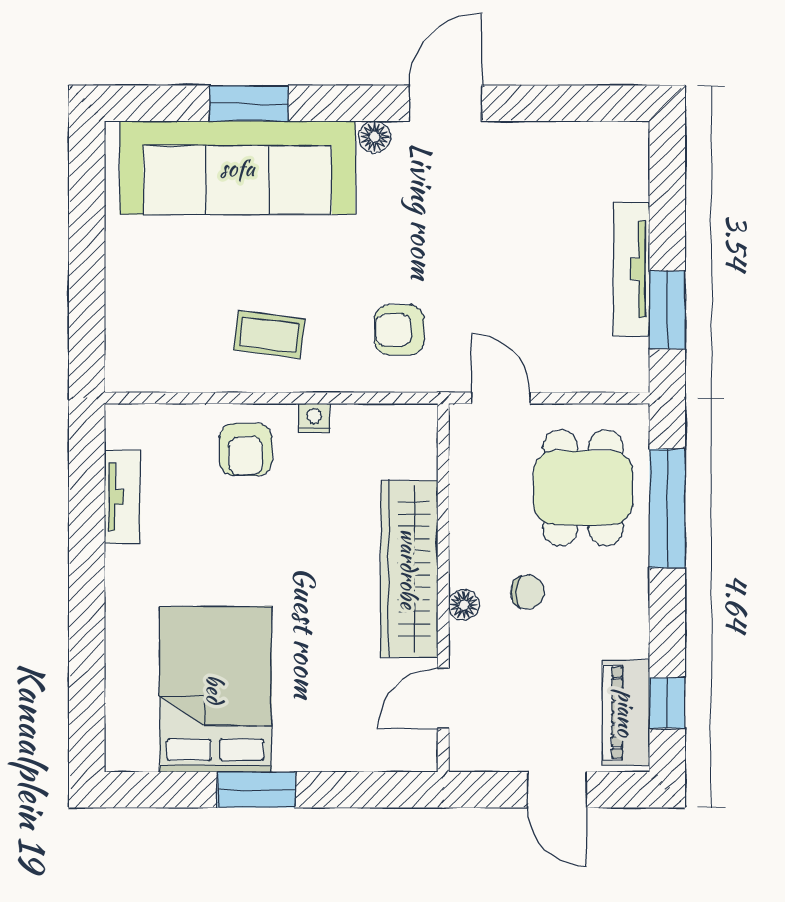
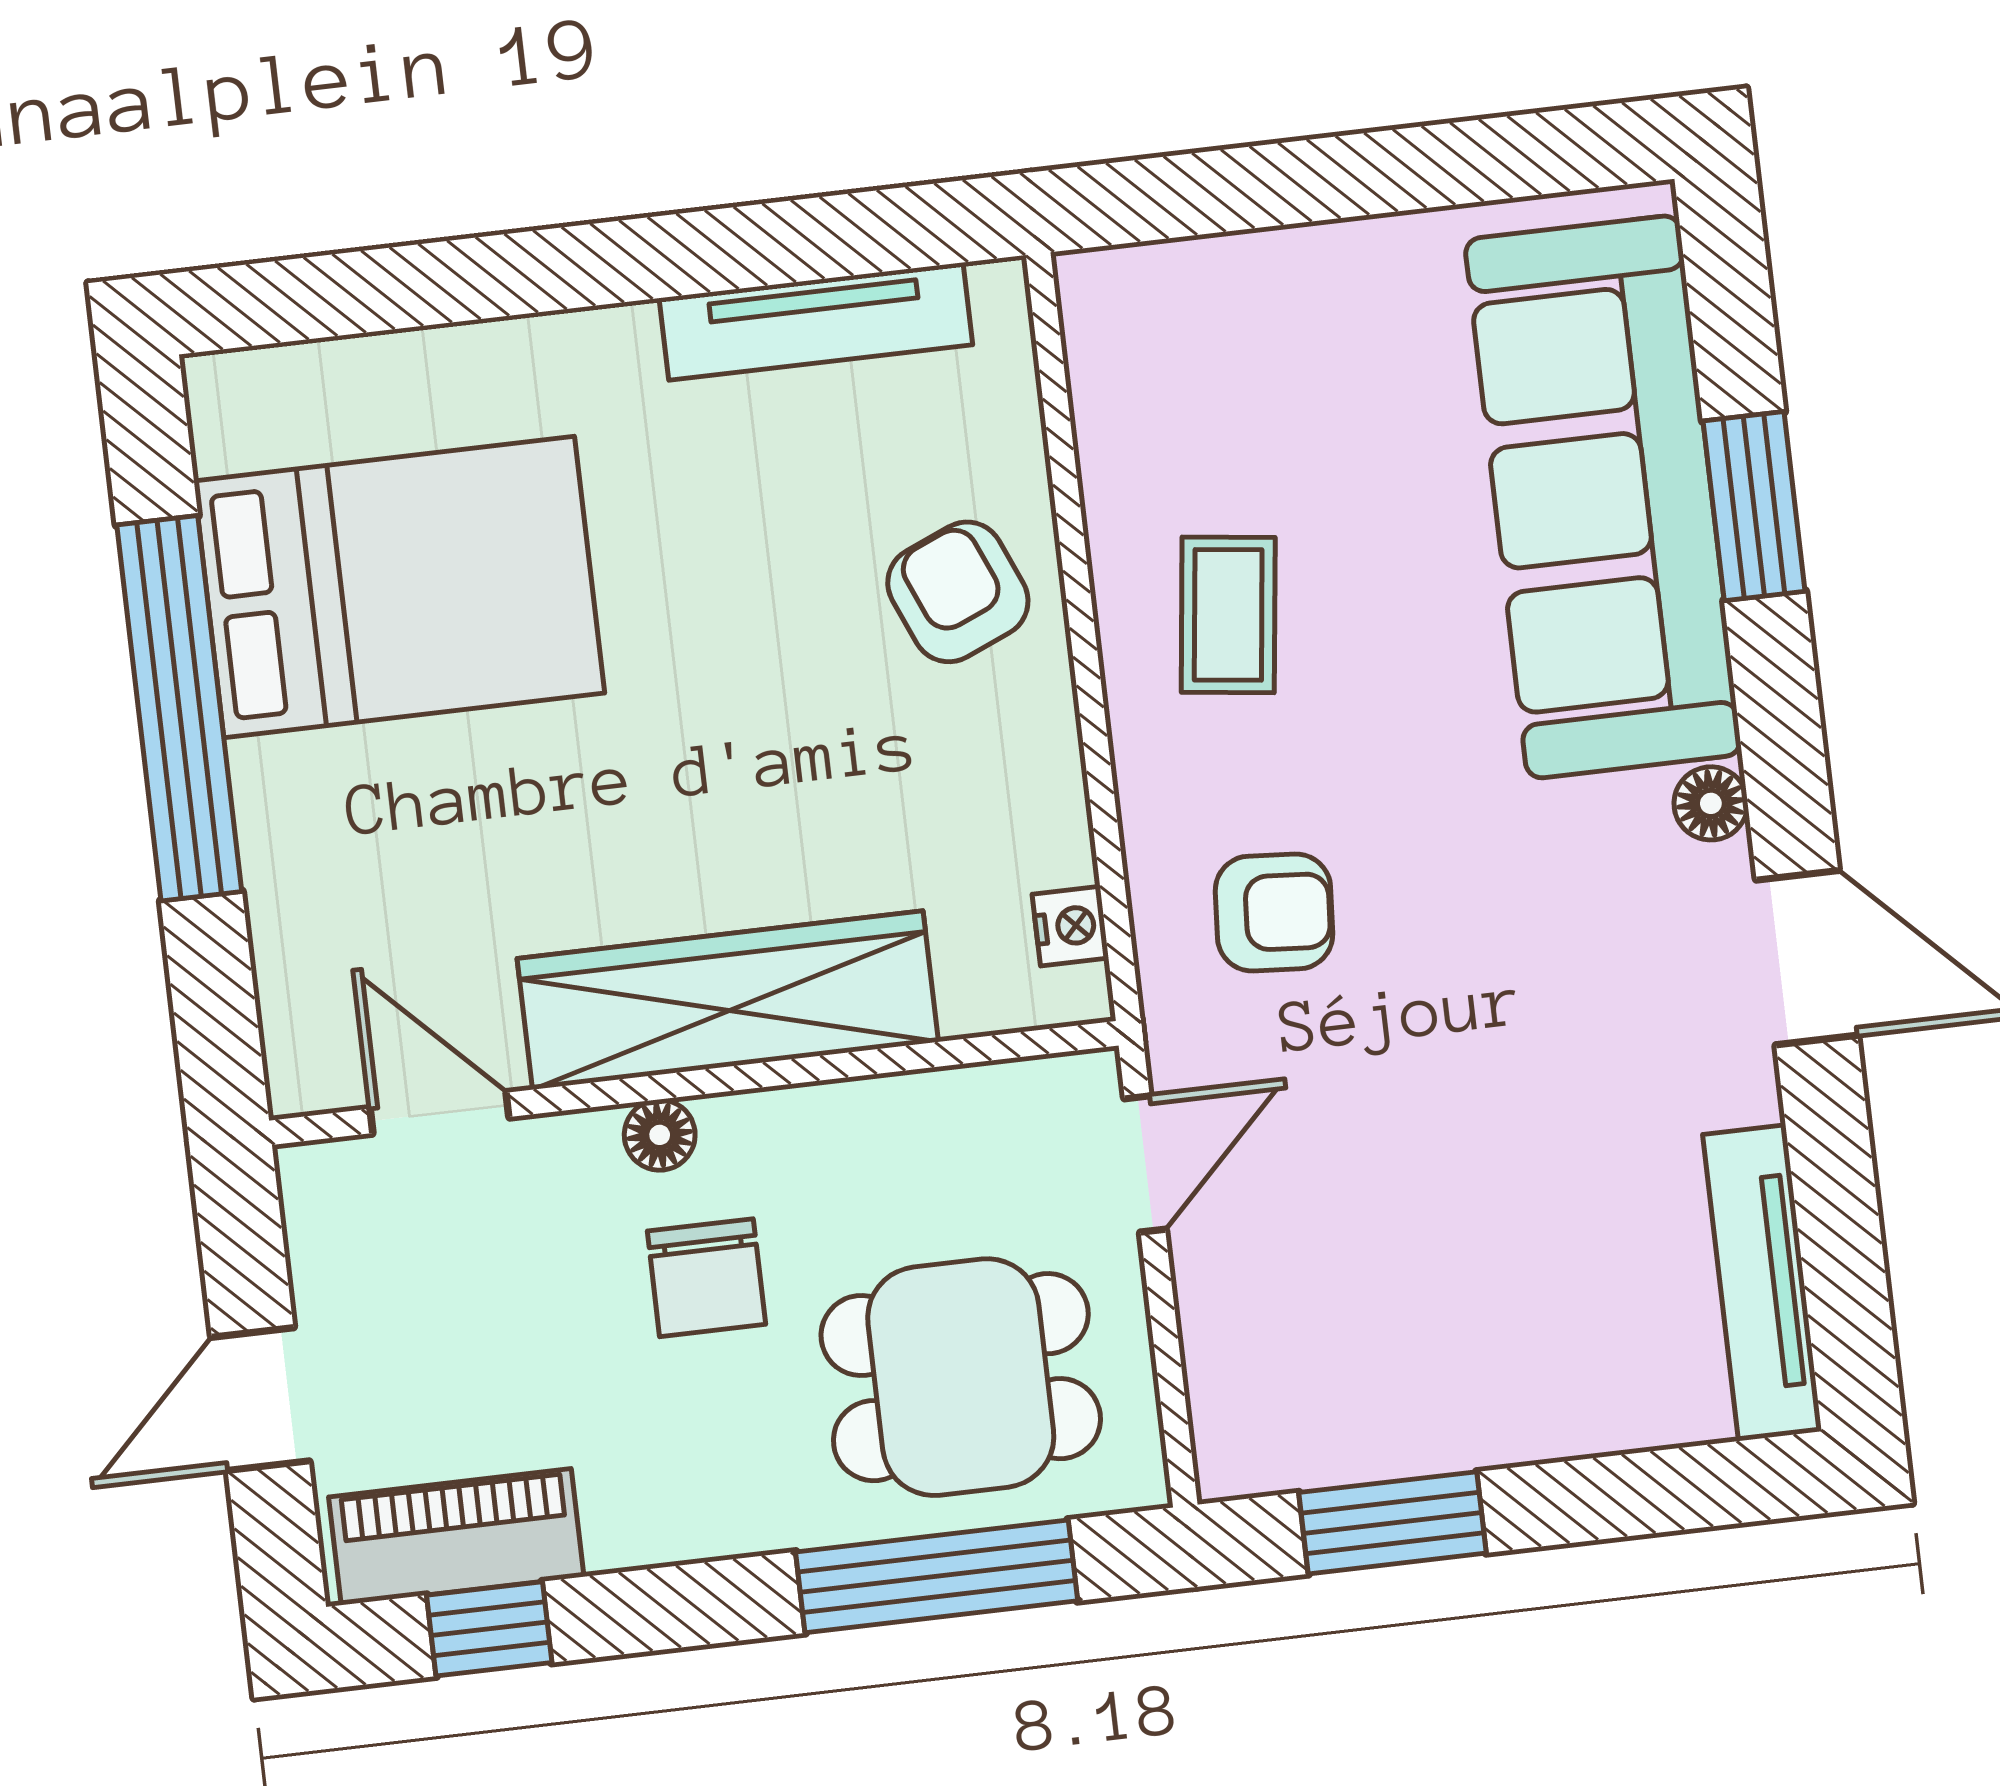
tv unit: (632, 269) -> (1762, 1283), moved, turned -90
armchair: (399, 330) -> (1274, 913), turned 94
nightstand: (314, 418) -> (1070, 926), moved
armchair: (246, 450) -> (958, 592), turned 67
tv unit: (122, 497) -> (816, 321), width x1.41
chair: (527, 592) -> (706, 1278), width x1.37, depth x1.37
window: (256, 790) -> (179, 708), width x2.11

